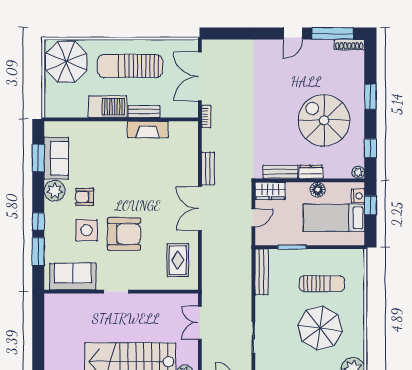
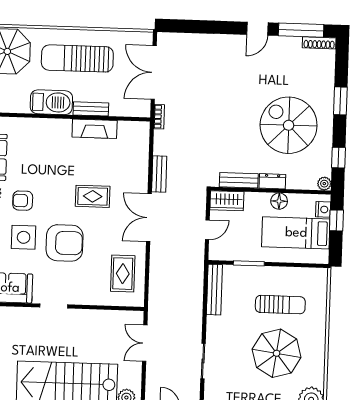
rug: (148, 191) -> (93, 196), added

